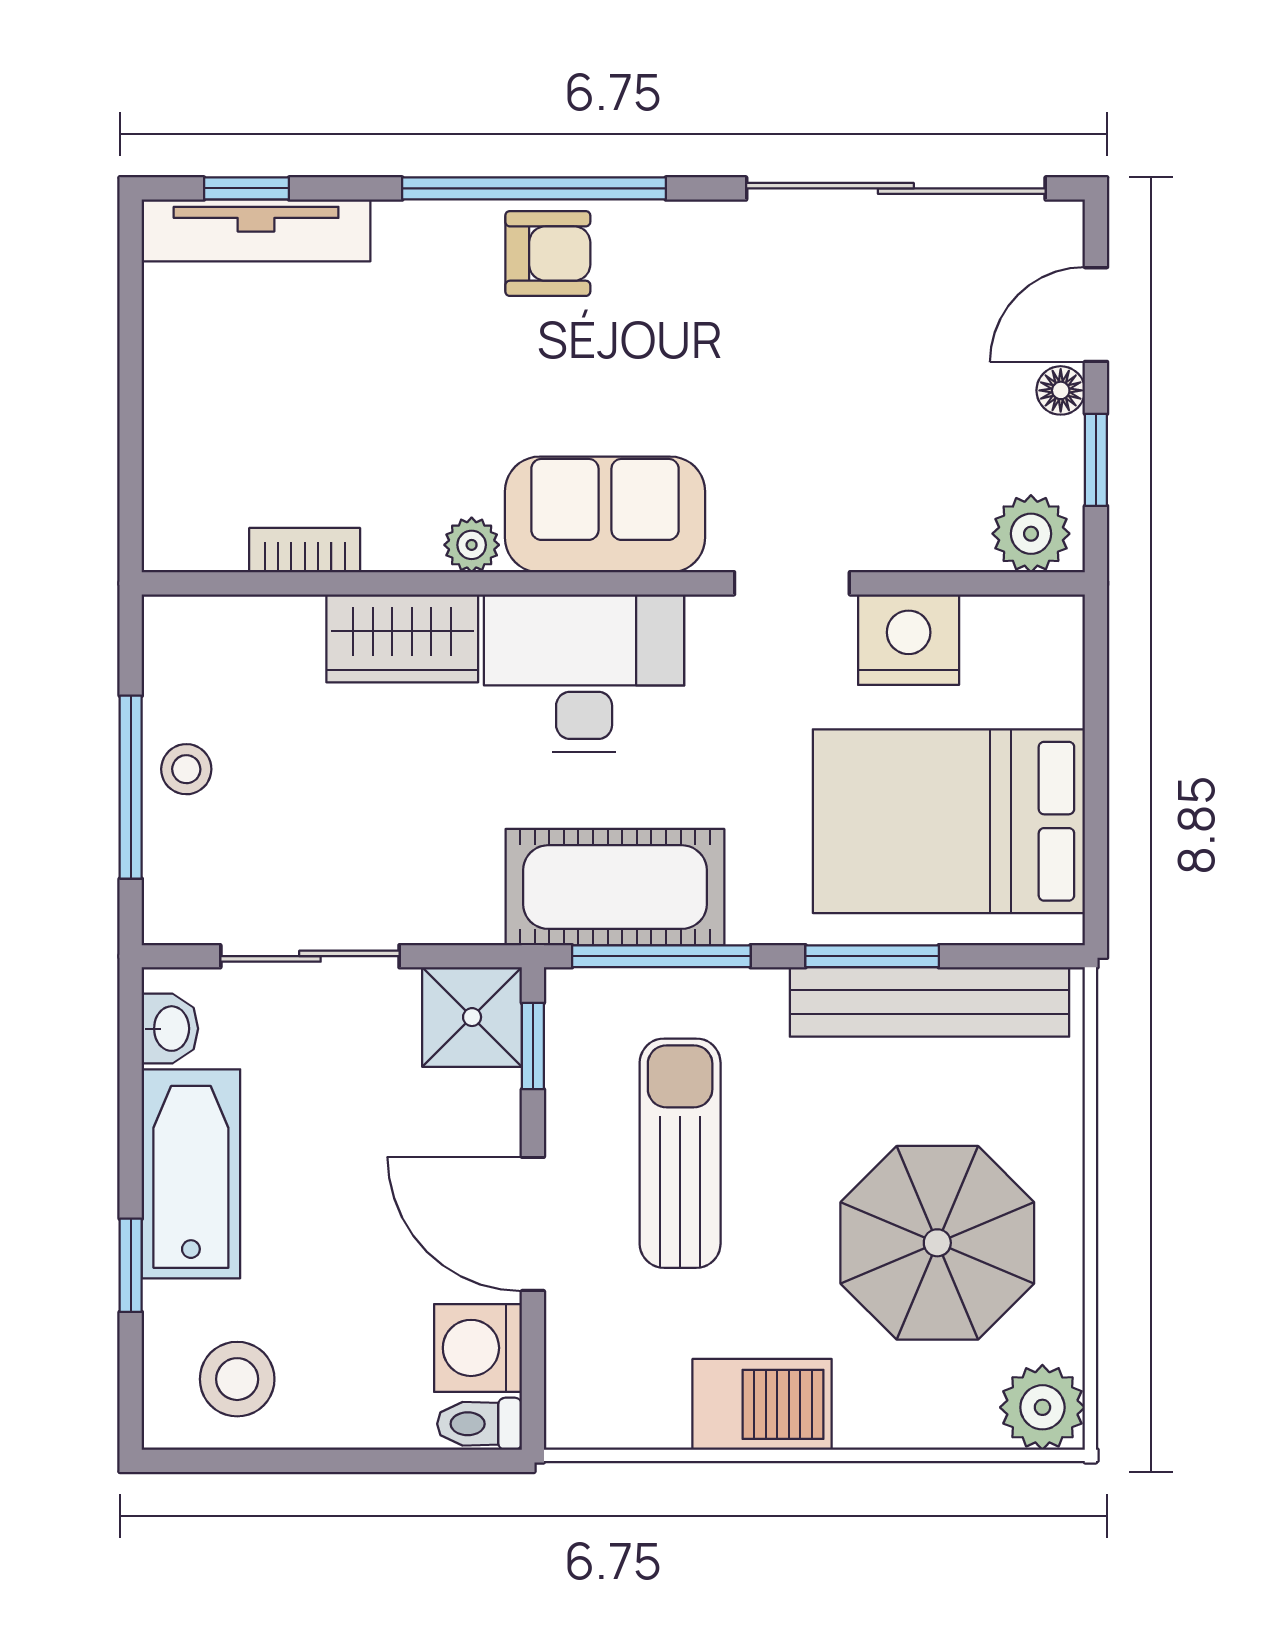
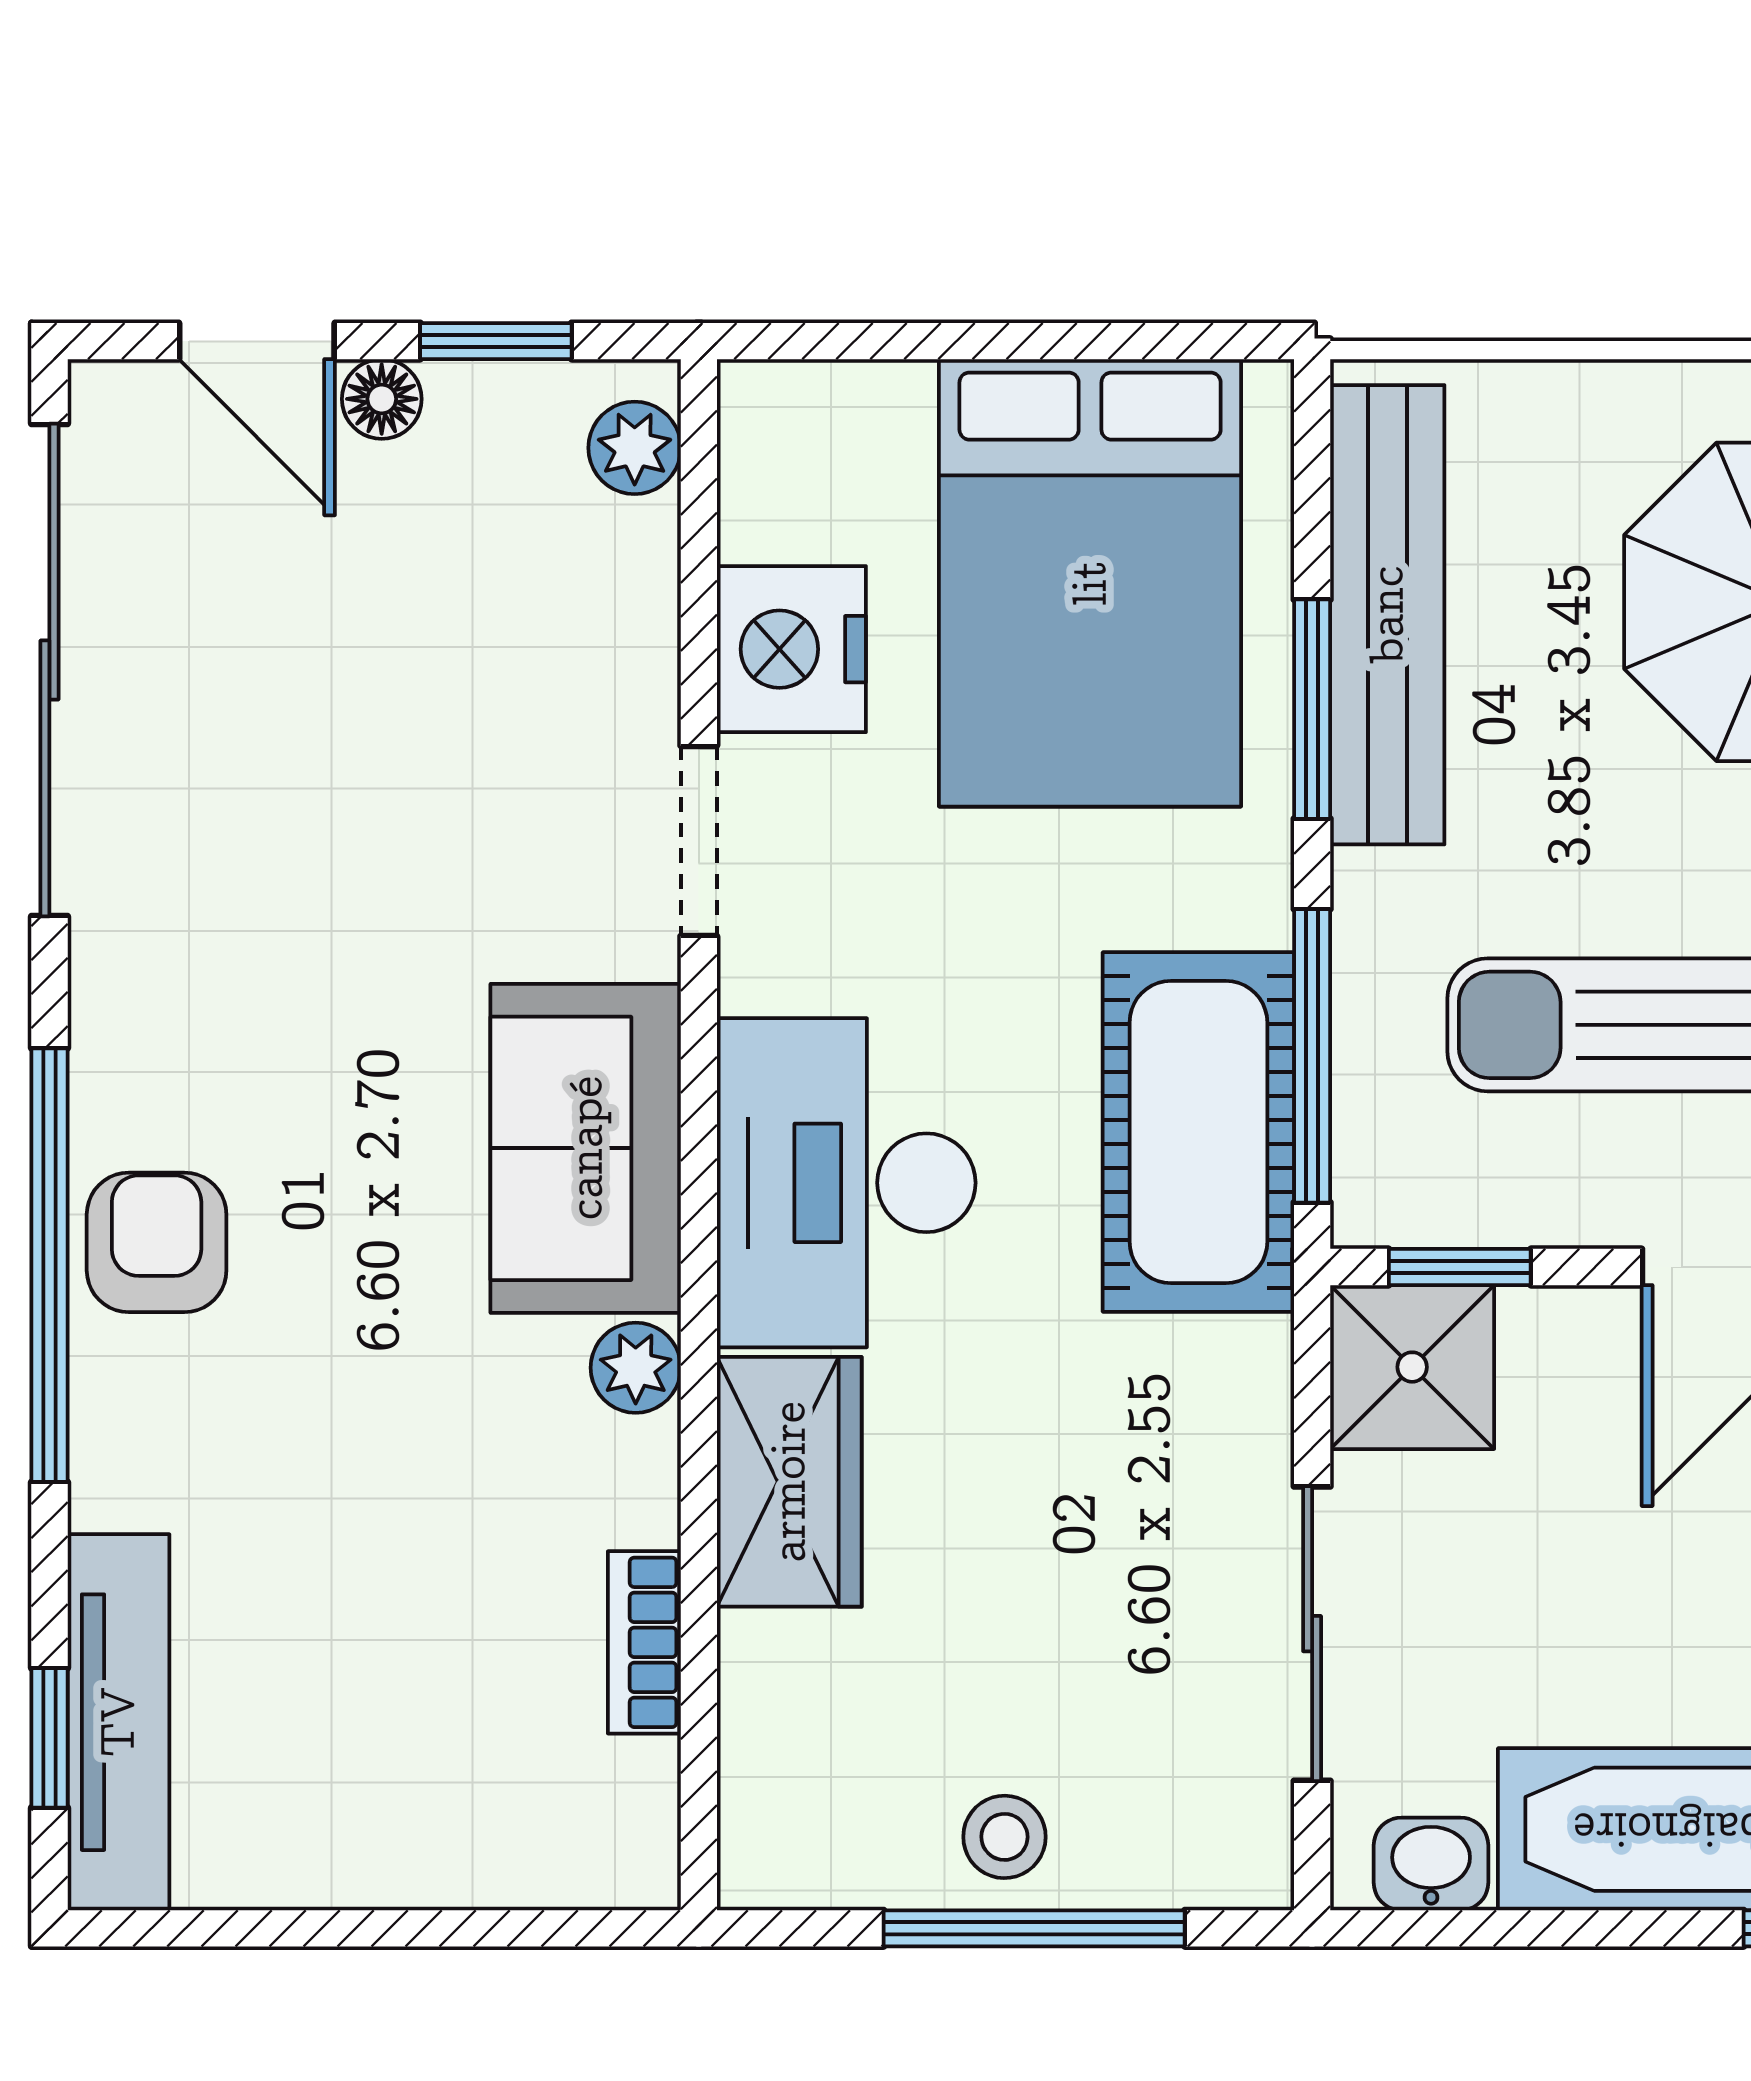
plant: (1031, 534) -> (635, 448), width x0.73, depth x0.73

